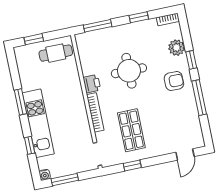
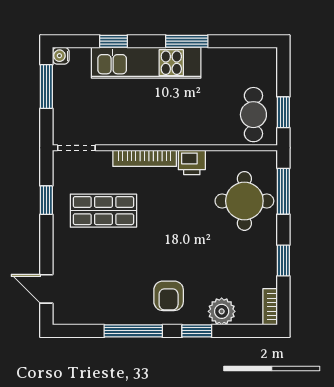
window: (34, 39) -> (283, 112), moved
round table: (129, 71) -> (244, 201), moved

